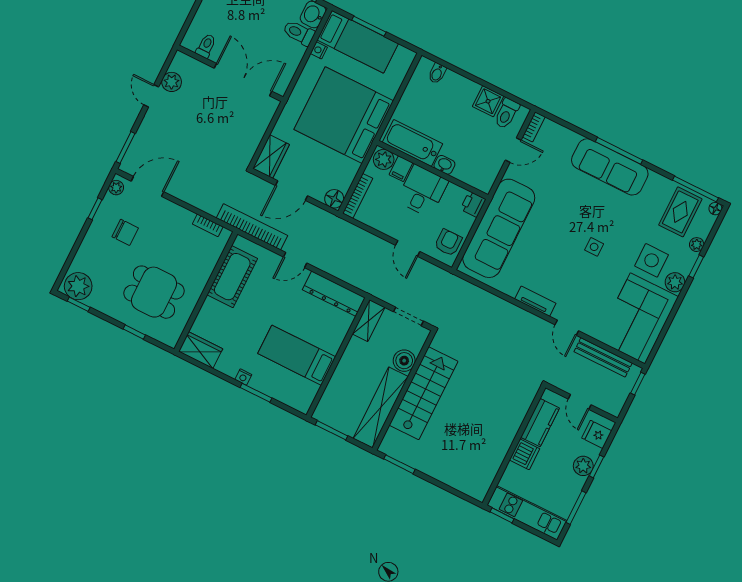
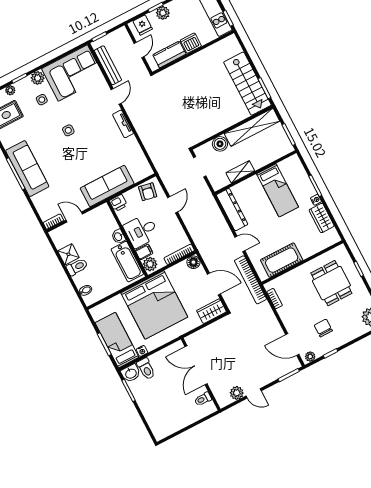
door: (151, 96) -> (254, 393), hinge flipped
toilet: (507, 113) -> (77, 267), moved
sofa: (499, 228) -> (107, 186), width x0.74, depth x0.79
armchair: (448, 243) -> (148, 192), turned -79
side table: (652, 260) -> (42, 100), width x0.54, depth x0.54
shelving: (368, 321) -> (240, 172), moved
wardrobe: (201, 350) -> (322, 218), moved
stairs: (424, 393) -> (247, 84), moved, turned -90

